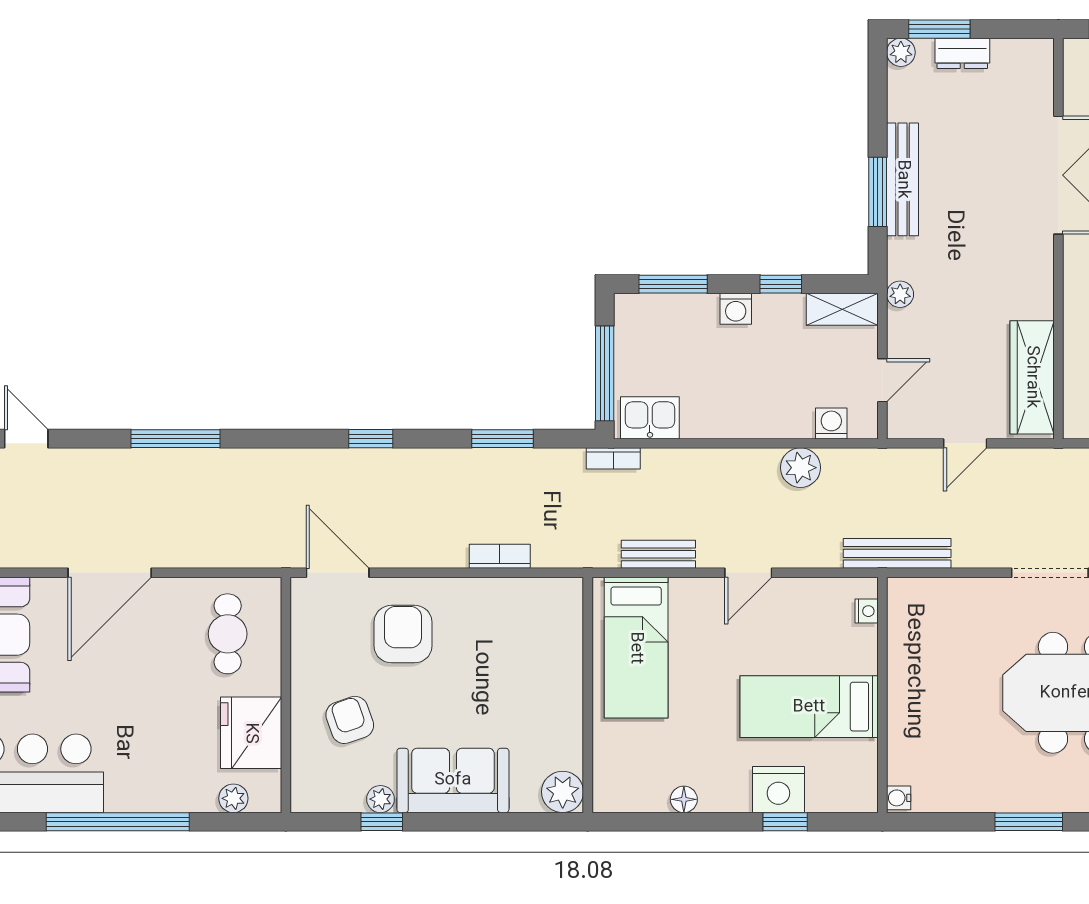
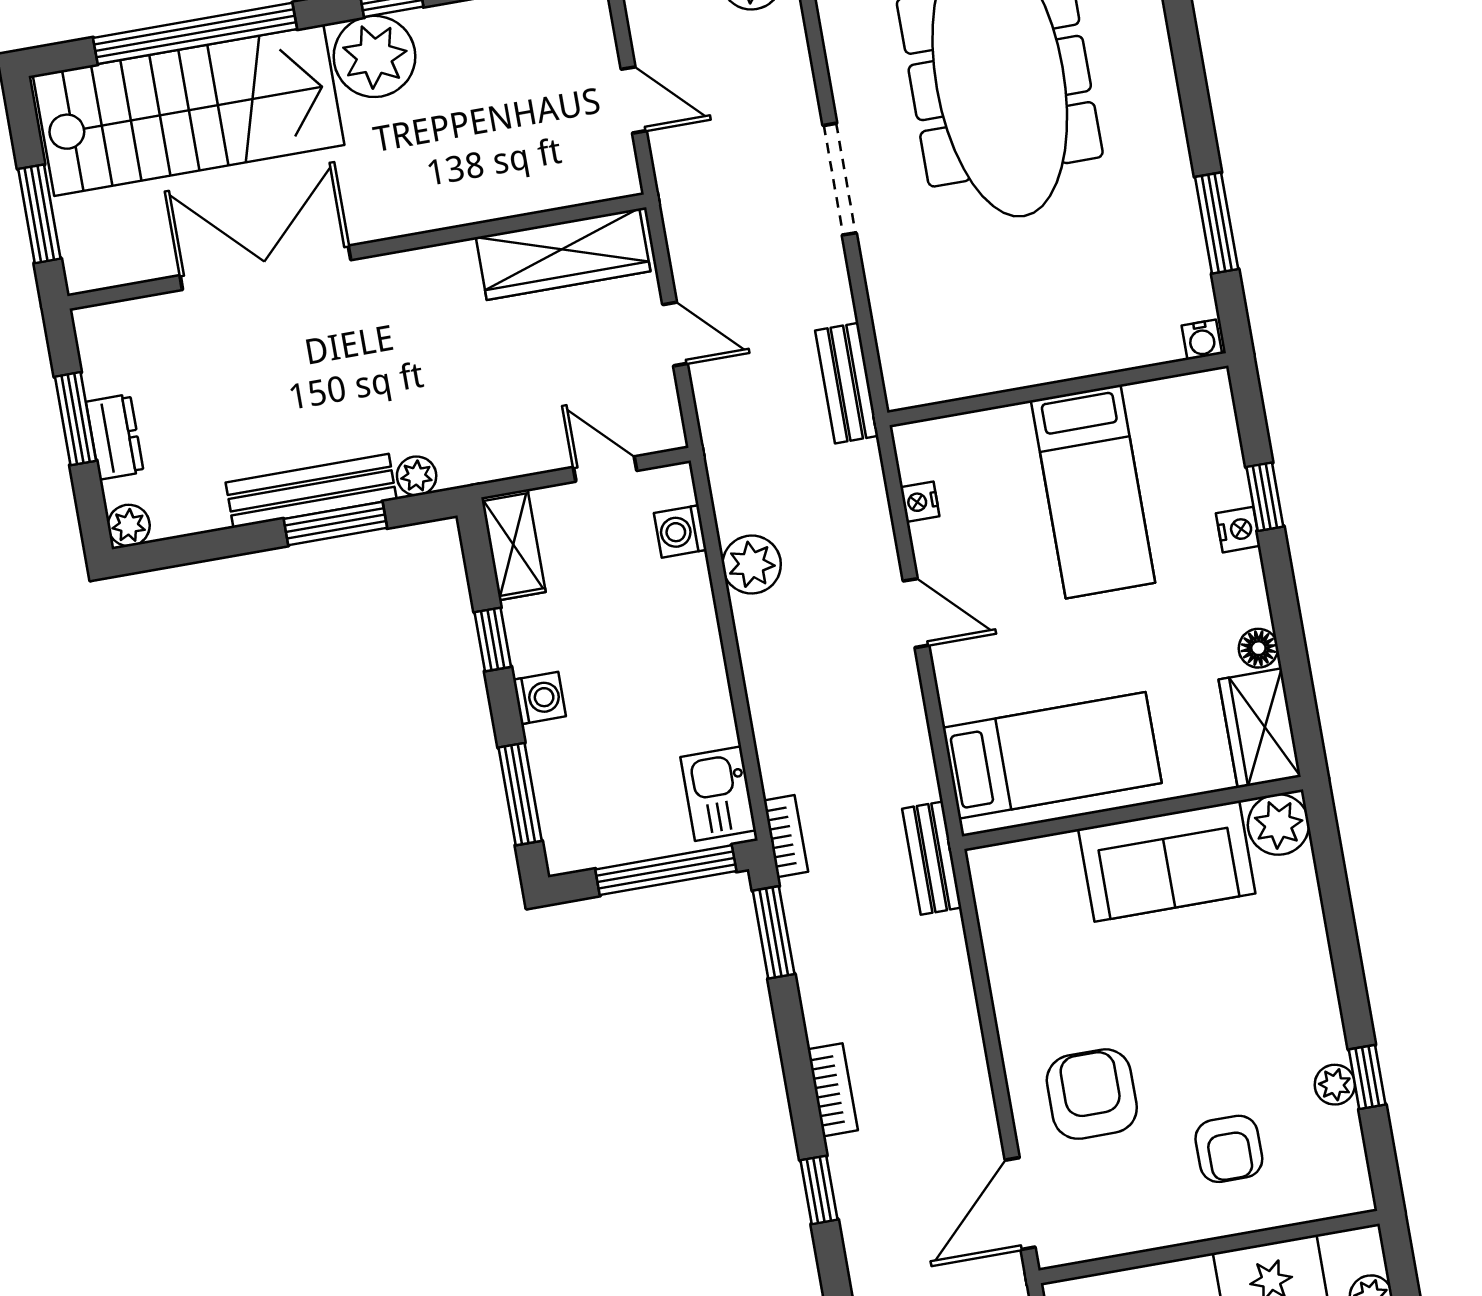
window: (939, 29) -> (76, 419), moved
plant: (900, 294) -> (417, 476), moved
window: (503, 439) -> (774, 932), moved
bench: (897, 553) -> (847, 383), width x0.73
bench: (658, 554) -> (932, 858), moved
bookcase: (500, 556) -> (833, 1090), moved, turned 180
nightstand: (867, 611) -> (920, 502), moved, turned -90
armchair: (403, 634) -> (1092, 1094), turned 90
armchair: (350, 720) -> (1229, 1149), turned -71
sofa: (453, 780) -> (1167, 861), moved, turned -90
nightstand: (778, 790) -> (1238, 530), width x0.53, depth x0.56
wardrobe: (630, 791) -> (1260, 728), added
window: (1029, 822) -> (1217, 223), moved

